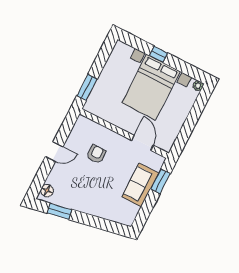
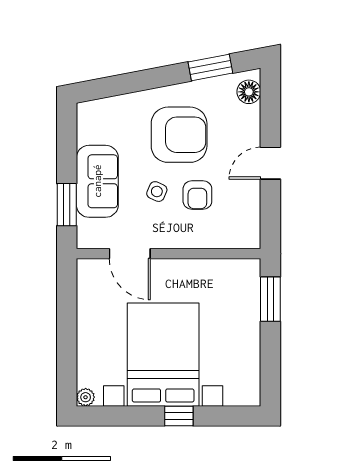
side table: (115, 166) -> (157, 192), added
armchair: (90, 187) -> (179, 135), added

